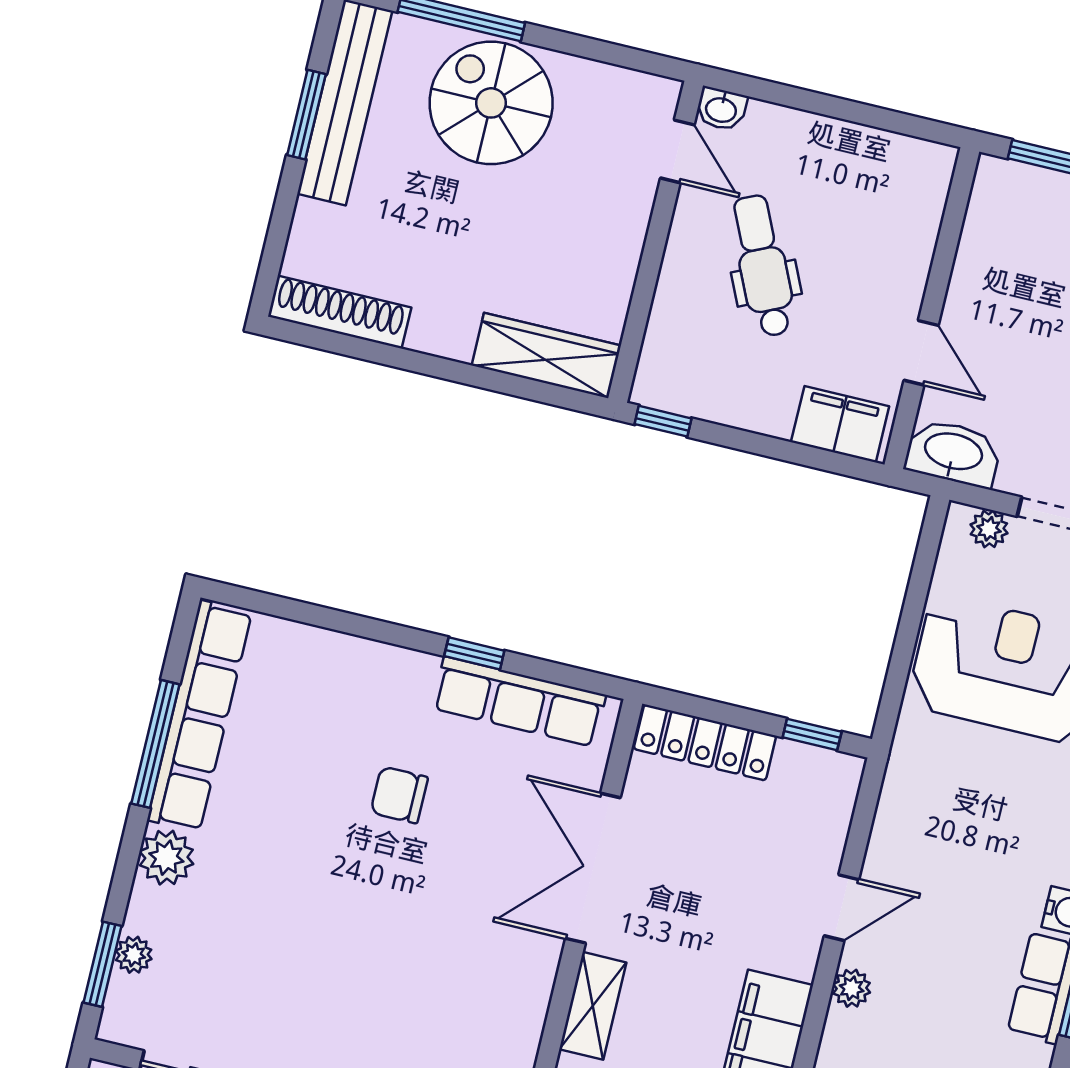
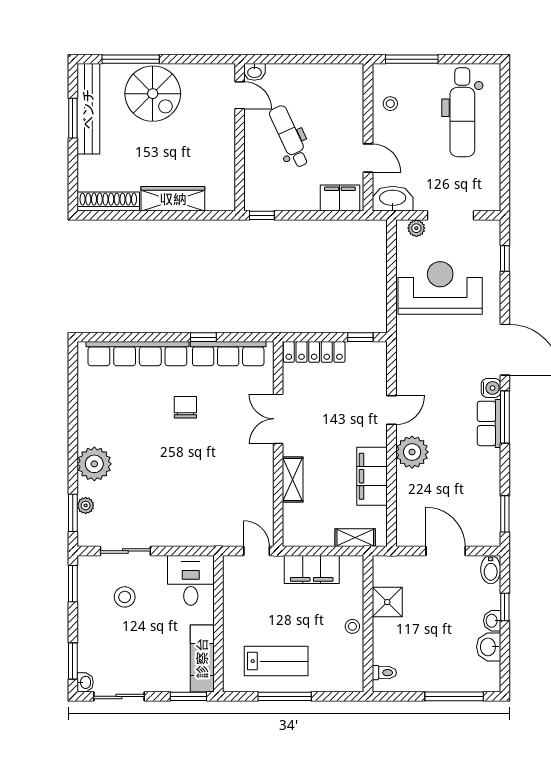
spiral stairs: (491, 103) -> (153, 94), turned 180
stool: (997, 247) -> (390, 104), added
wardrobe: (546, 356) -> (173, 199), moved
row of seats: (200, 716) -> (137, 354), moved, turned 90
window: (155, 744) -> (73, 411), removed
chair: (399, 795) -> (185, 407), turned 90
plant: (166, 858) -> (94, 464), width x1.36, depth x1.36
double door: (593, 868) -> (278, 419), width x0.73
plant: (852, 988) -> (412, 452), width x1.87, depth x1.87

